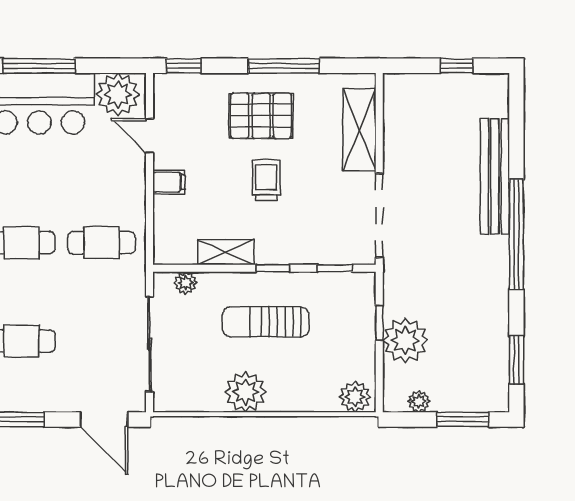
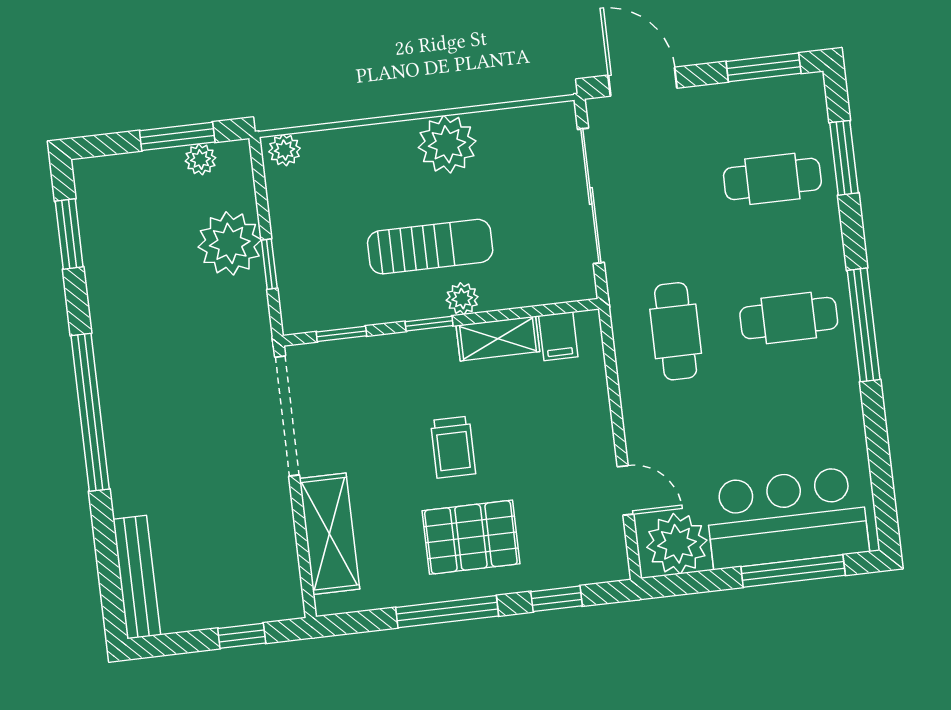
window: (184, 66) -> (557, 599), moved
window: (457, 66) -> (242, 636), moved
bench: (495, 176) -> (137, 577), moved, width x0.73, depth x0.82
filing cabinet: (169, 182) -> (558, 336), moved, turned -90
cafe table: (101, 243) -> (676, 331), turned 90
plant: (186, 283) -> (462, 299), moved
plant: (355, 397) -> (285, 150), width x0.73, depth x0.73
window: (463, 419) -> (177, 136), moved

